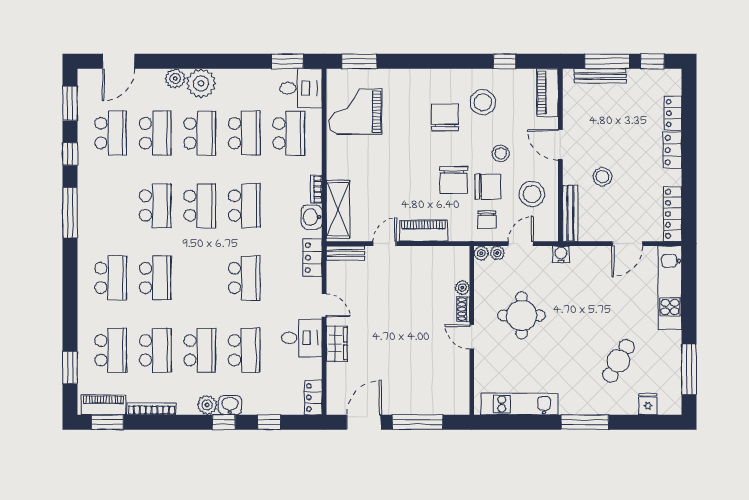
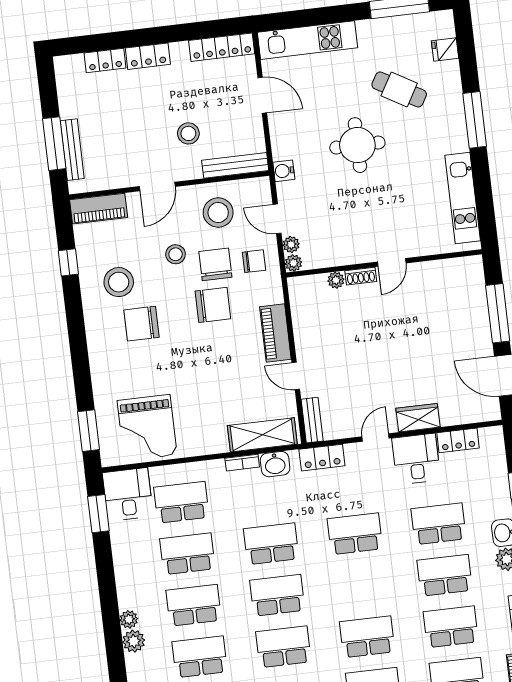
window: (652, 61) -> (48, 92), removed
plant: (201, 83) -> (129, 619), width x0.53, depth x0.53
round table: (521, 315) -> (357, 145), moved
locker: (313, 397) -> (458, 440), moved

